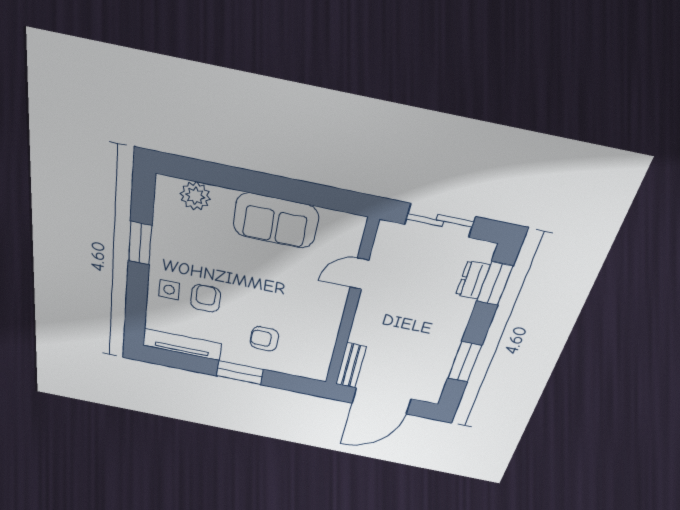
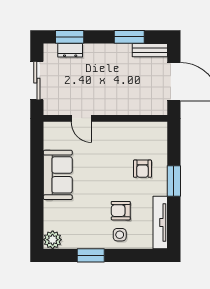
plant: (195, 196) -> (53, 240), moved
bench: (351, 366) -> (150, 50), moved

